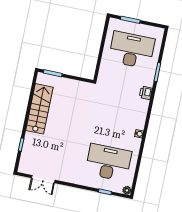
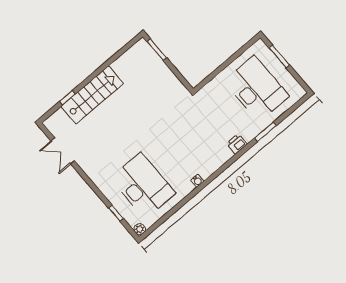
stairs: (39, 109) -> (92, 95), moved

